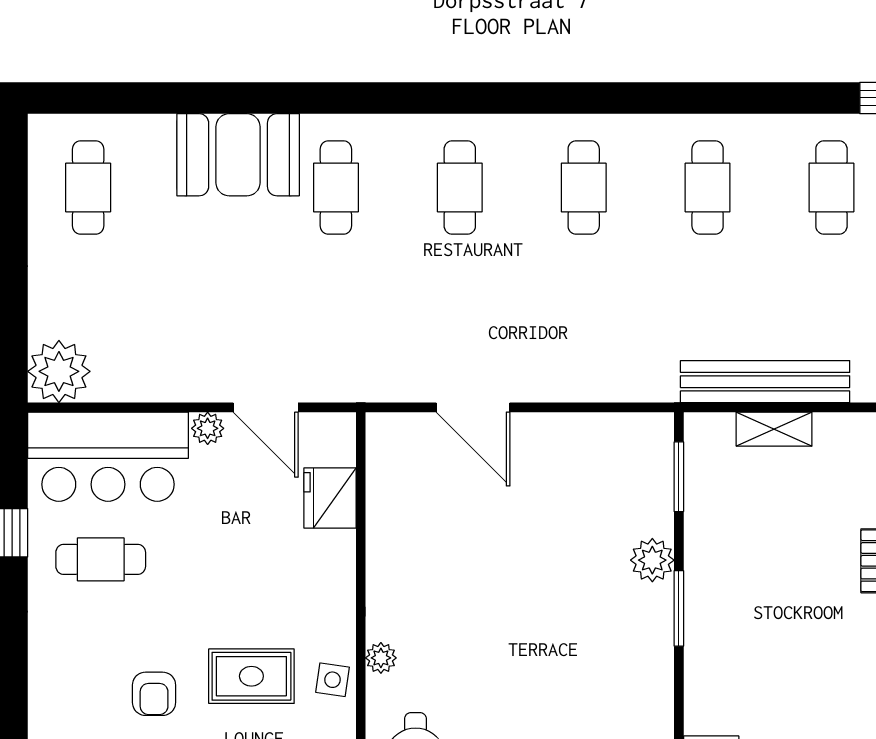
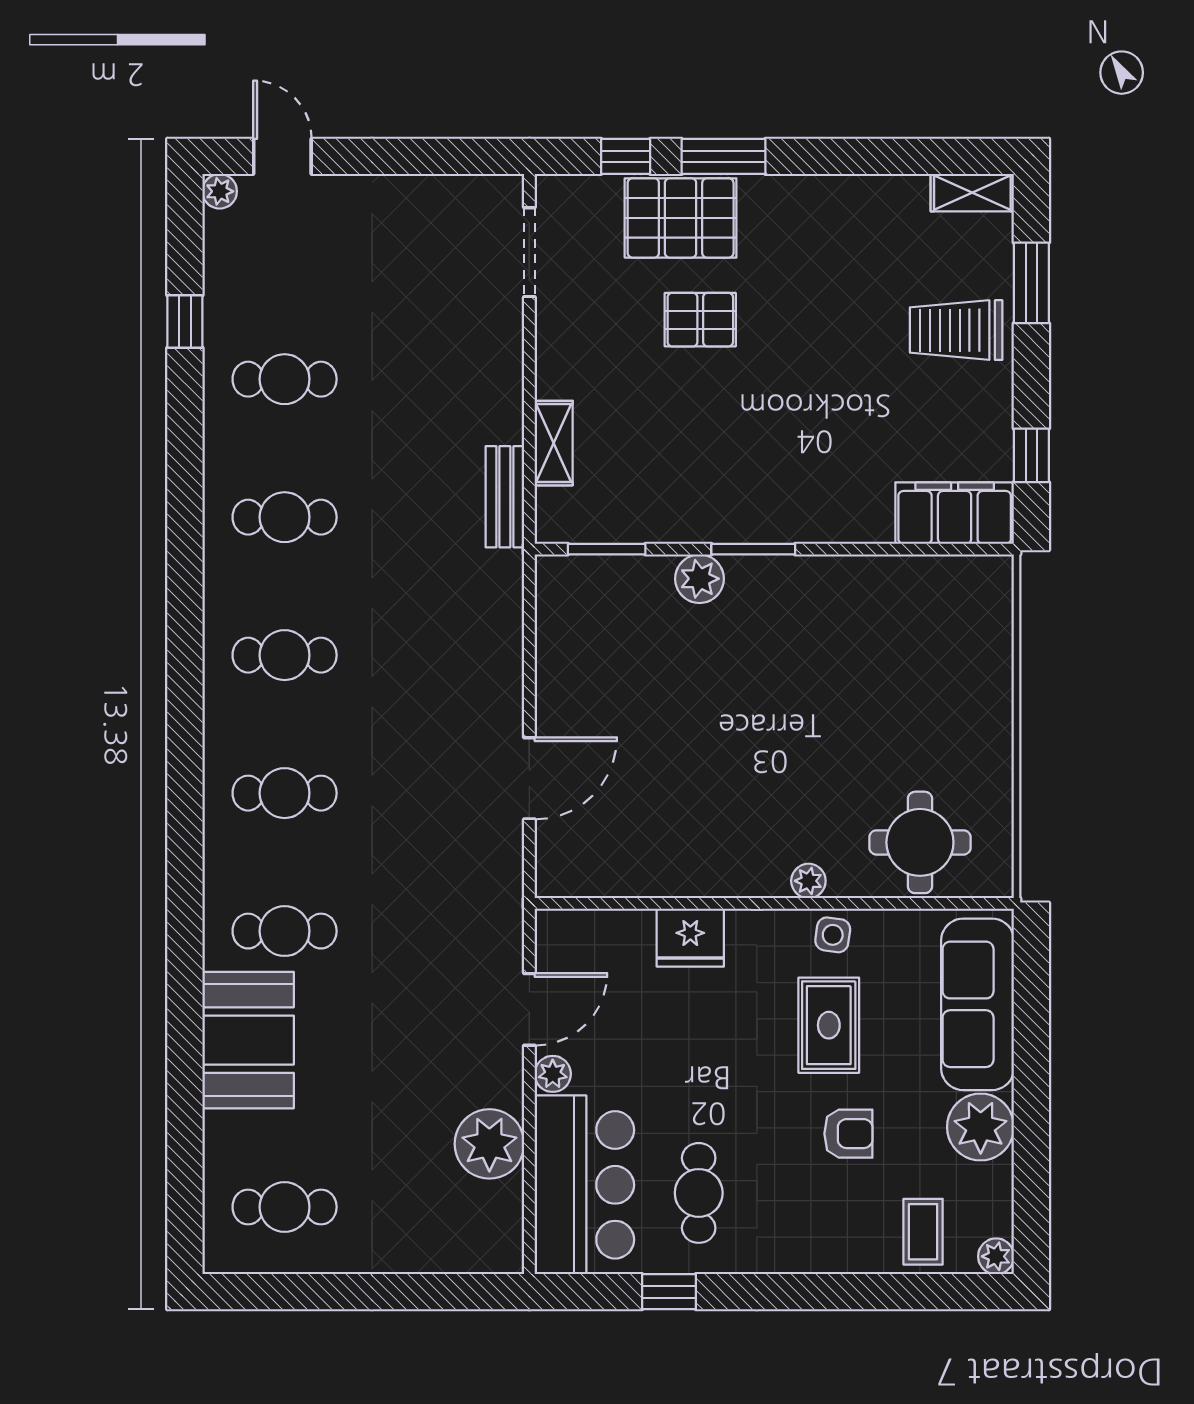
plant: (59, 371) -> (489, 1144), moved
bench: (765, 382) -> (505, 497), width x0.54, depth x0.82
fridge: (330, 498) -> (690, 938), moved

